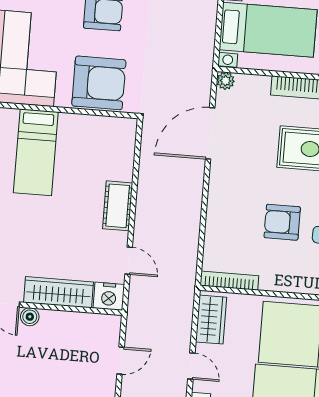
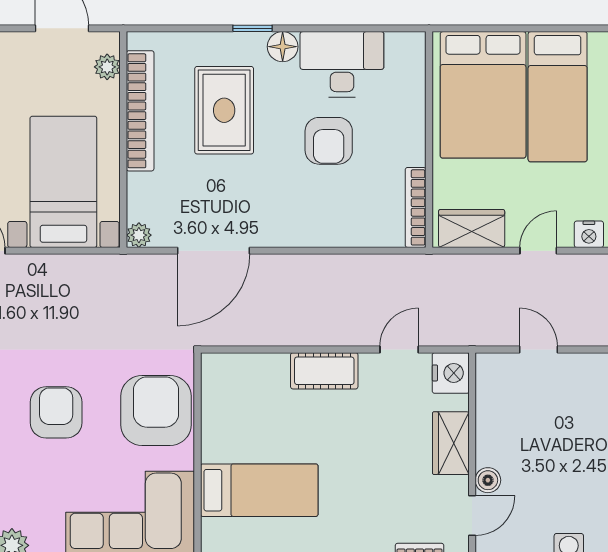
door: (210, 133) -> (214, 251), hinge flipped
wardrobe: (58, 292) -> (451, 443), width x0.67

